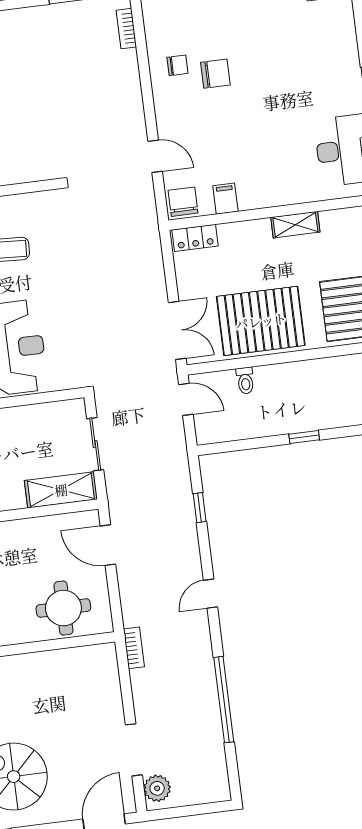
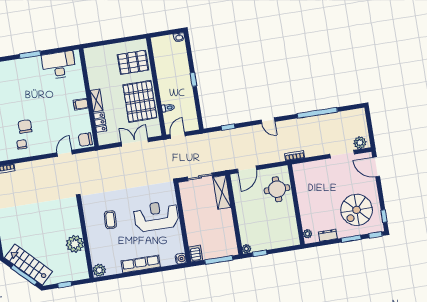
filing cabinet: (225, 199) -> (81, 104), moved
shelving: (295, 225) -> (96, 100), moved
locker: (195, 238) -> (100, 122), moved
double door: (177, 330) -> (135, 142), moved

